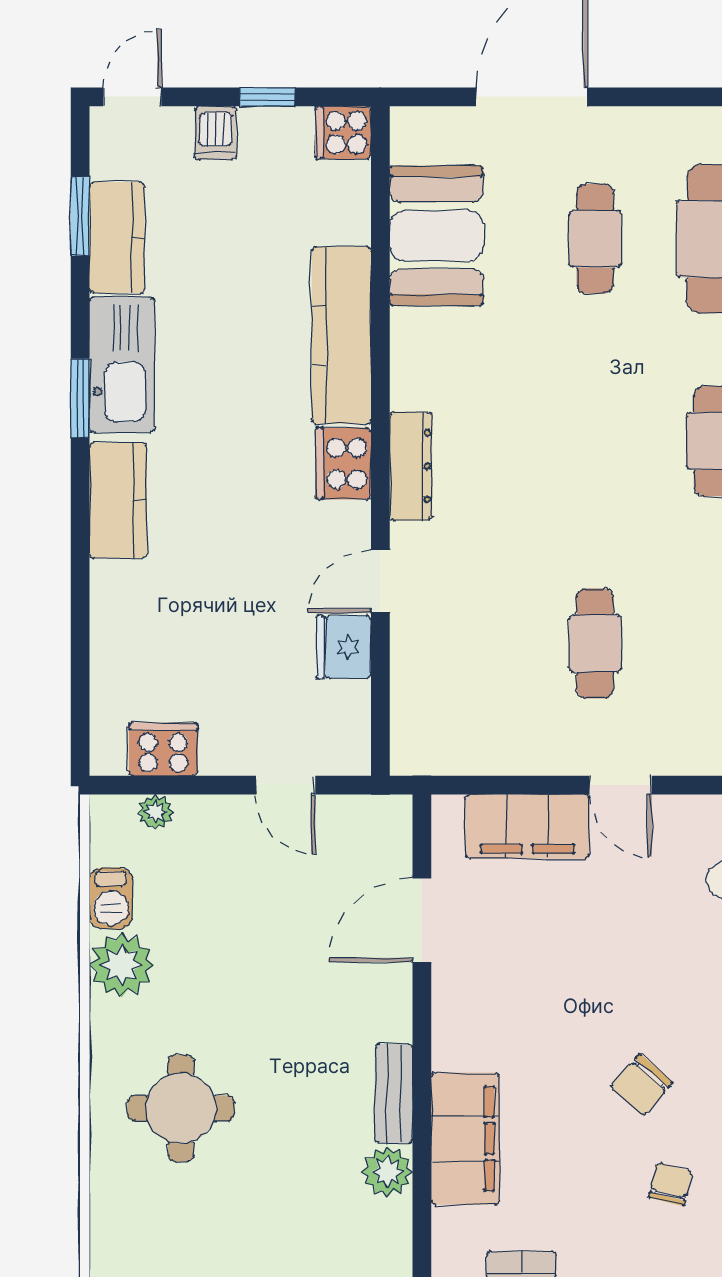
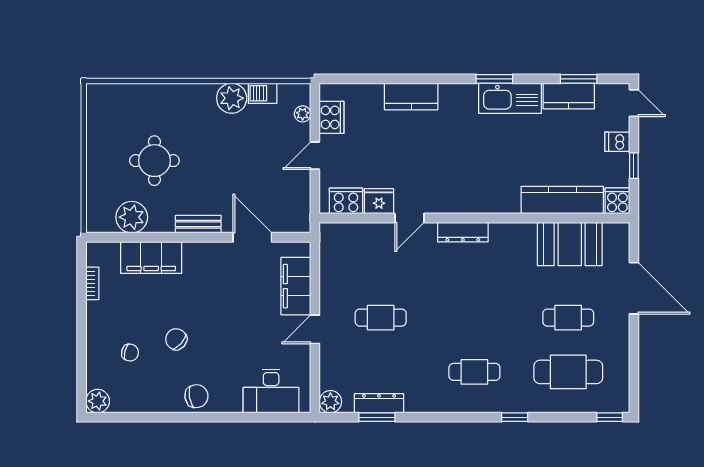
kitchen counter: (341, 335) -> (562, 200), moved
cooker: (343, 463) -> (346, 201), moved
kitchen counter: (118, 500) -> (411, 96), moved
door: (380, 581) -> (409, 218), swing flipped
door: (286, 785) -> (315, 156), moved
bench: (394, 1093) -> (198, 224), moved
round table: (181, 1108) -> (154, 161), moved
plant: (388, 1172) -> (132, 217), width x1.36, depth x1.36

